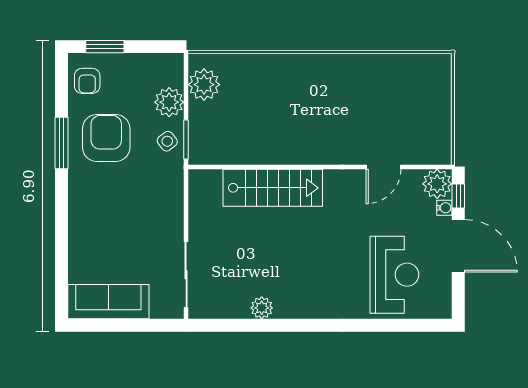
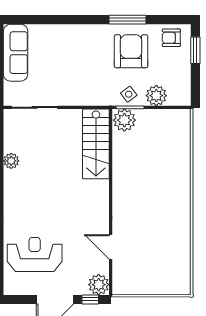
plant: (204, 85) -> (124, 120), moved
armchair: (106, 138) -> (131, 51), turned -90
stairs: (273, 188) -> (96, 144), moved
water cooler: (444, 208) -> (82, 290), removed
reception desk: (394, 275) -> (35, 254), turned 180

